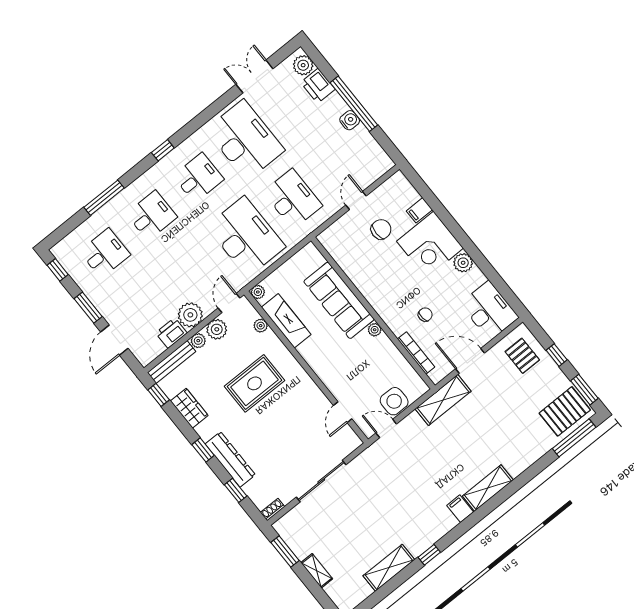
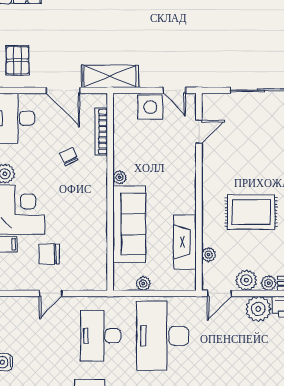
plant: (258, 292) -> (143, 284), moved
chair: (425, 315) -> (69, 157), turned 71

